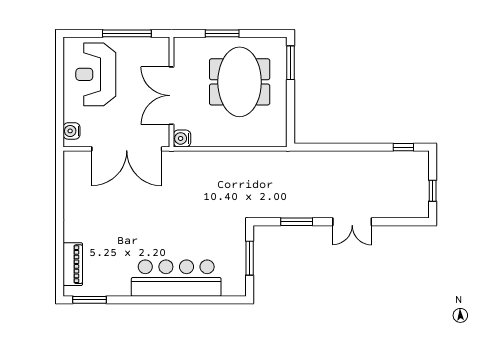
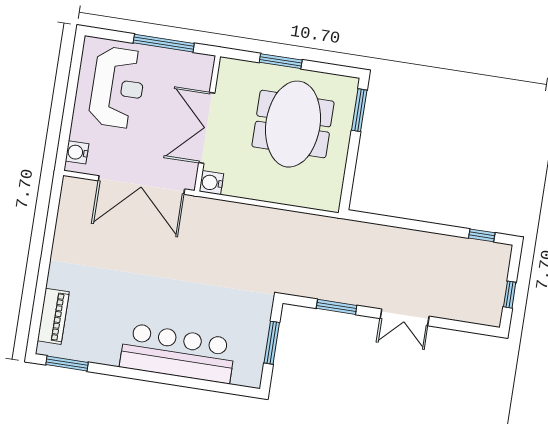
reception desk: (96, 74) -> (118, 87), turned 180

